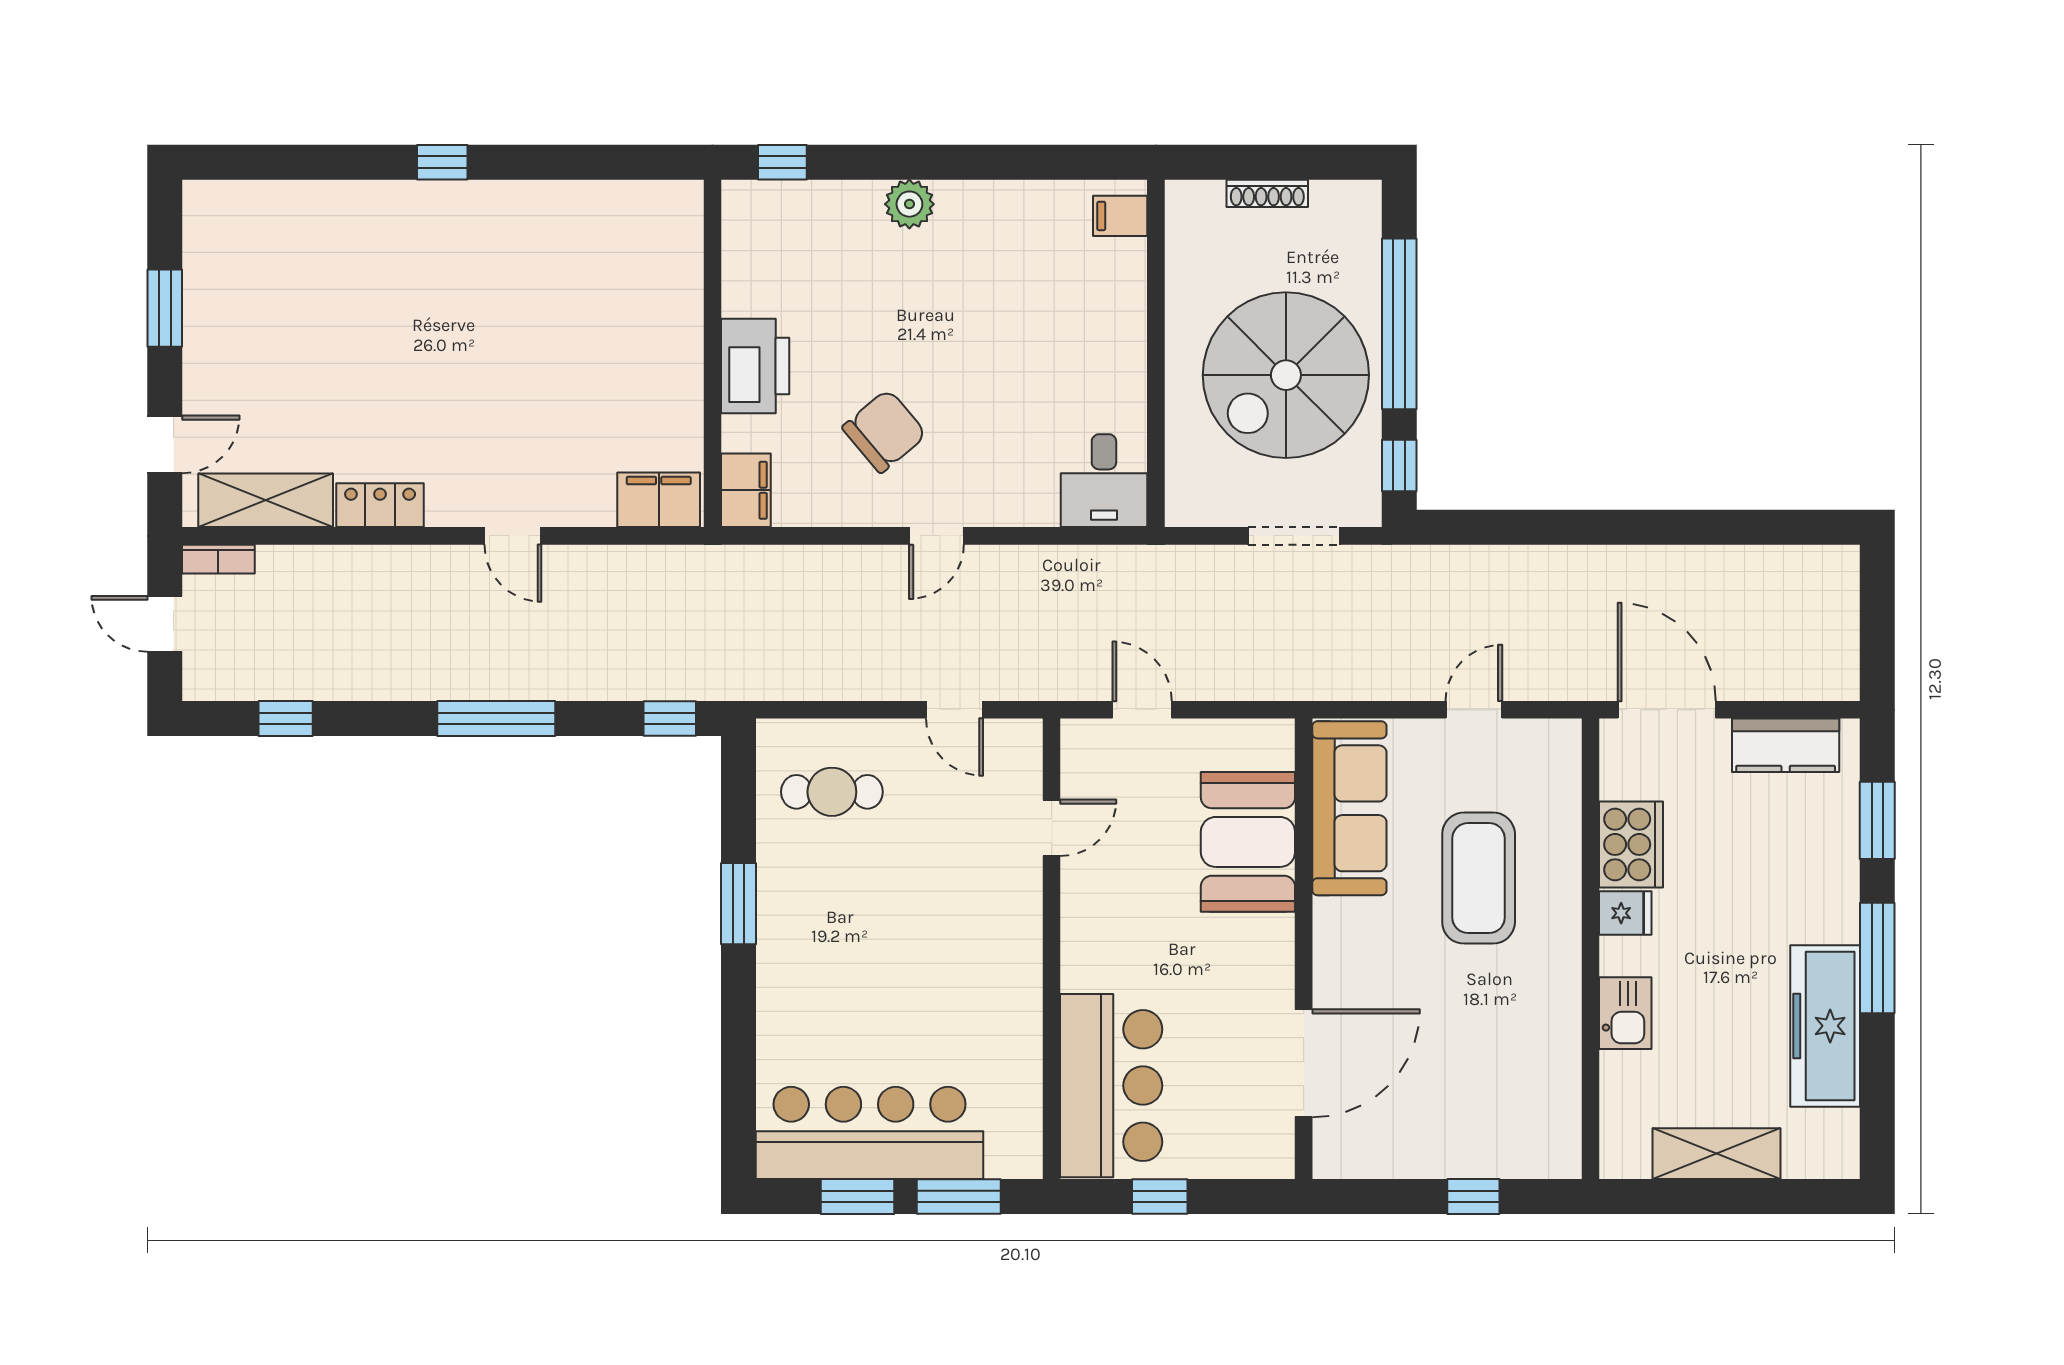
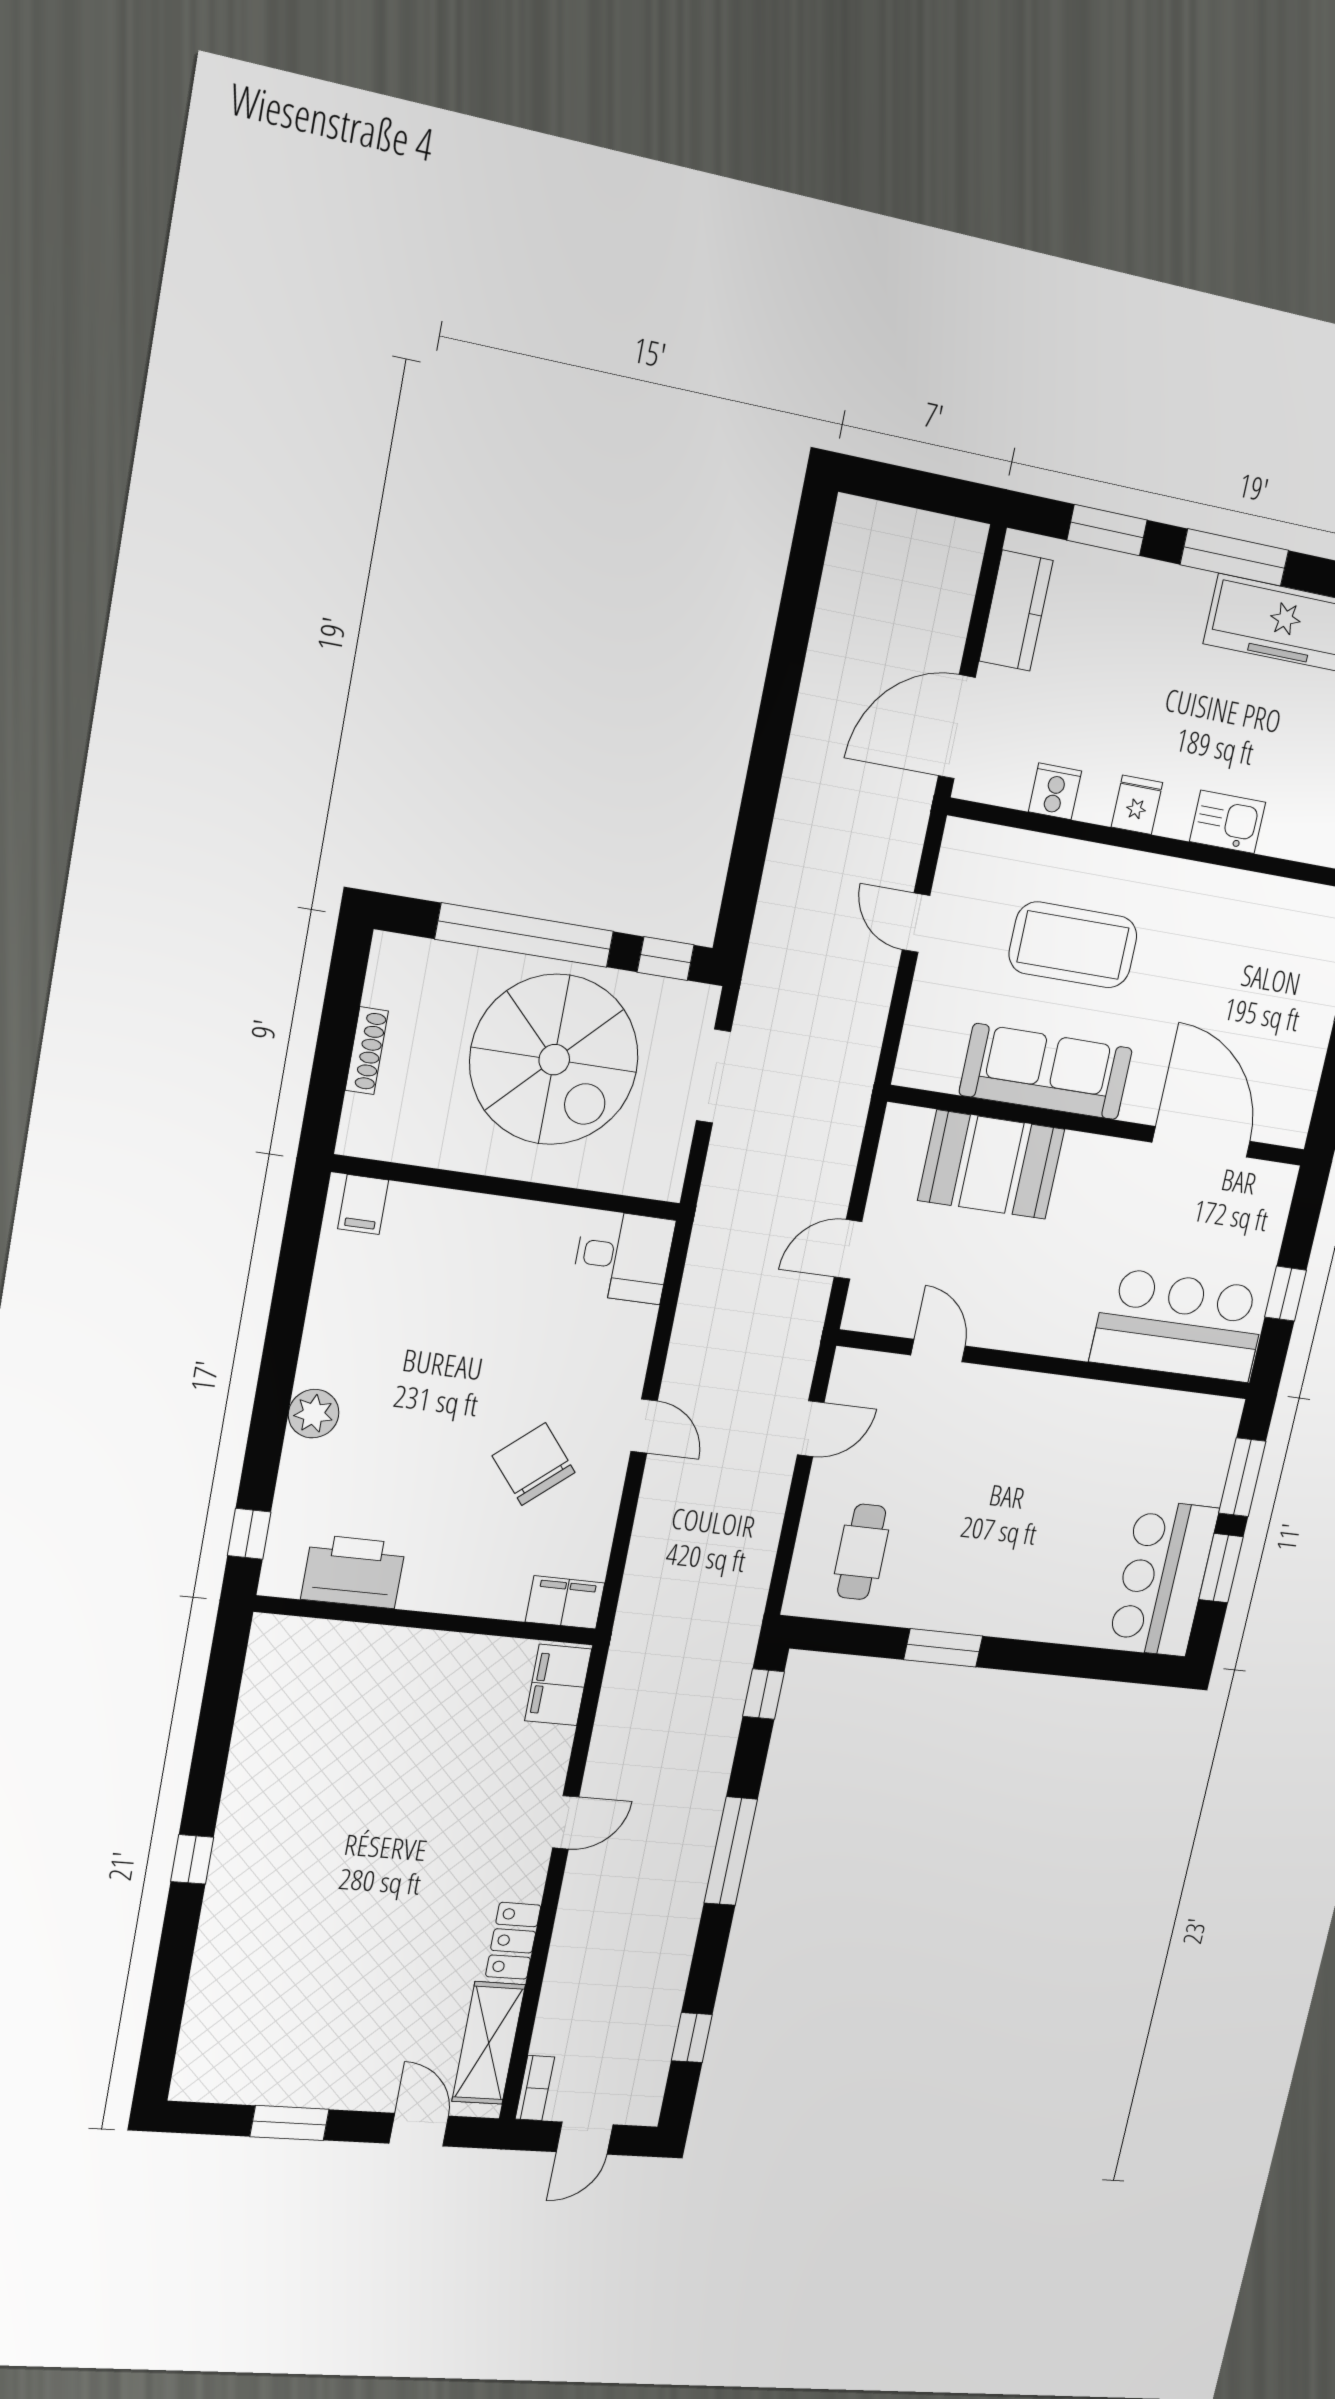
printer: (755, 366) -> (354, 1572), moved
sofa: (1349, 808) -> (1046, 1072), moved
cooker: (1631, 844) -> (1055, 791), width x0.53, depth x0.76
bar counter: (870, 1133) -> (1163, 1578), width x0.73

